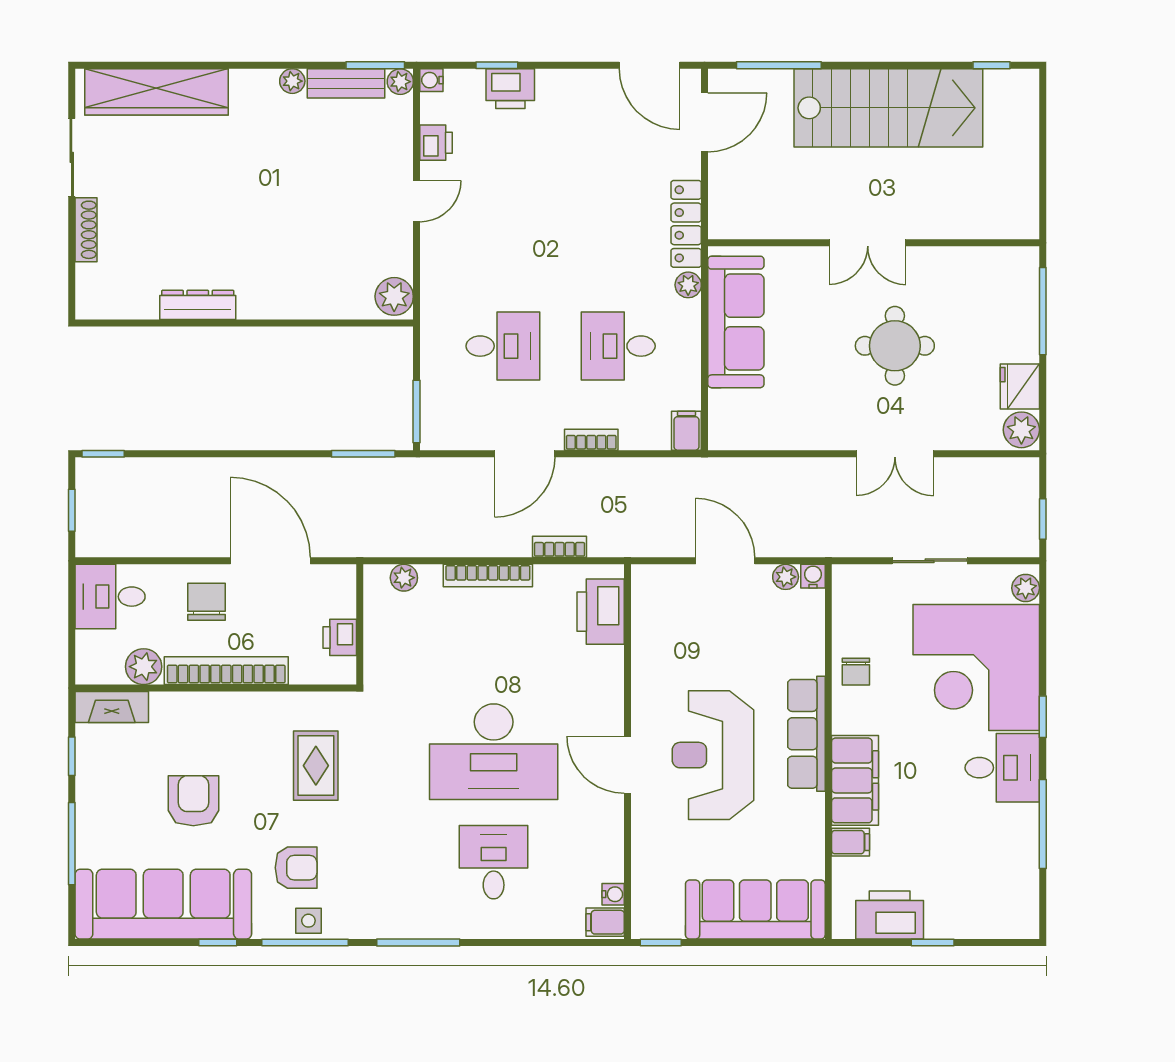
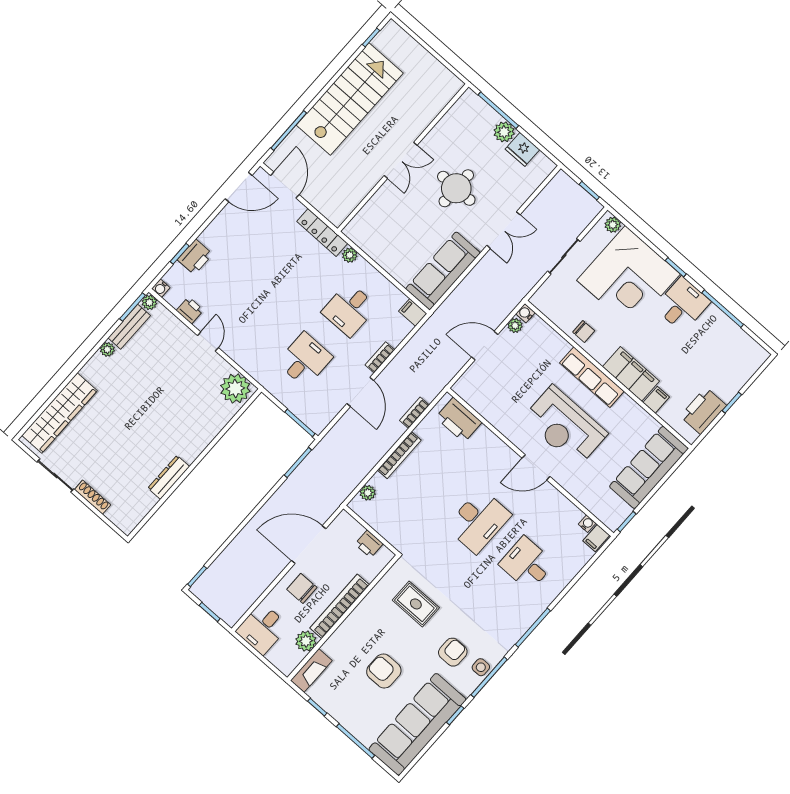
plant: (394, 296) -> (235, 389), width x1.36, depth x1.36
sofa: (736, 322) -> (443, 271), moved, turned -90
plant: (1021, 430) -> (504, 132), moved
desk: (494, 752) -> (479, 521), width x0.73, depth x0.77

